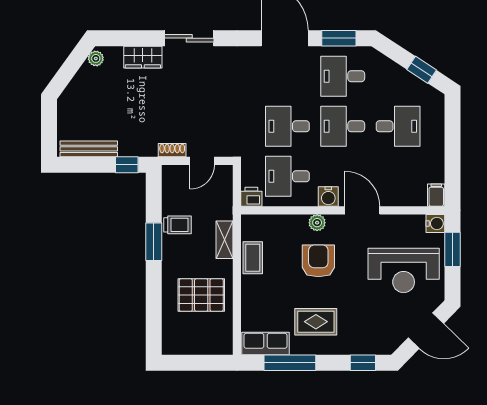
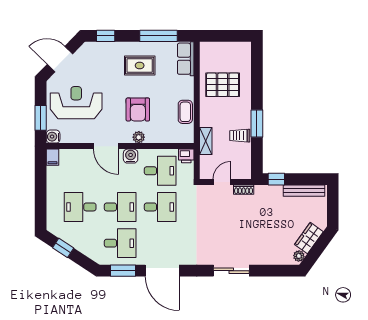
wardrobe: (143, 57) -> (309, 238), moved, turned -54
shelving: (224, 240) -> (206, 141), moved
row of seats: (265, 343) -> (186, 59), moved, turned 90

